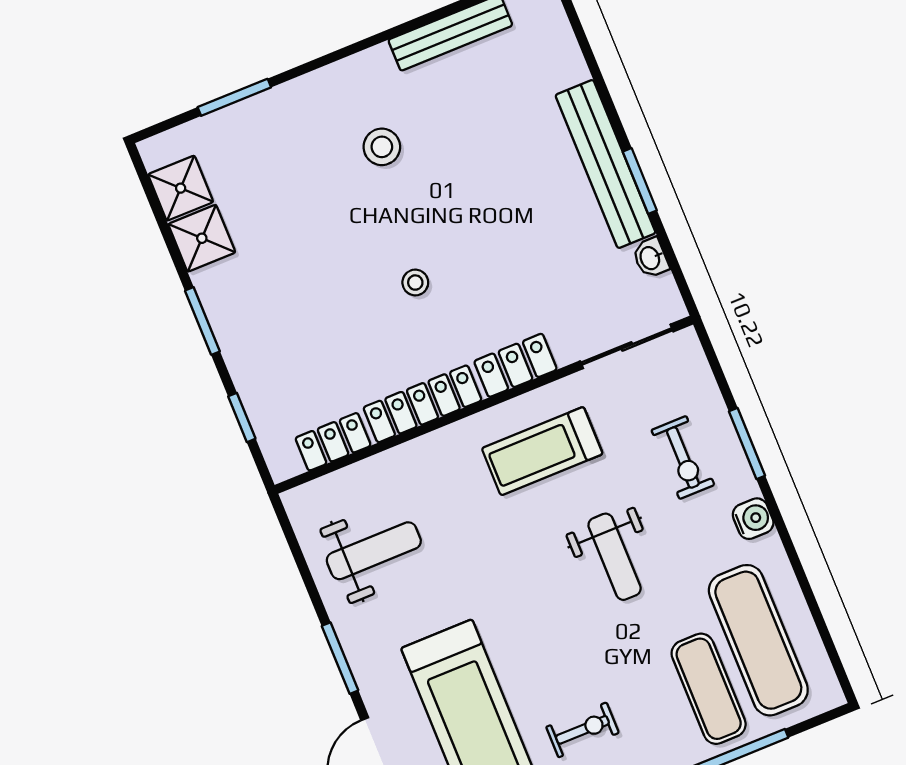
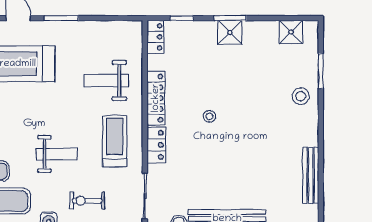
stool: (382, 147) -> (301, 96), moved
shower: (202, 238) -> (230, 32), moved
locker: (333, 442) -> (155, 37), moved
weight bench: (374, 551) -> (106, 81), moved, turned 90
weight bench: (615, 557) -> (57, 154), turned 180

